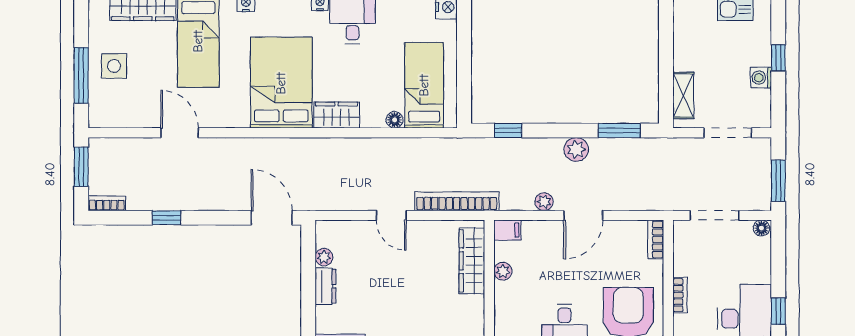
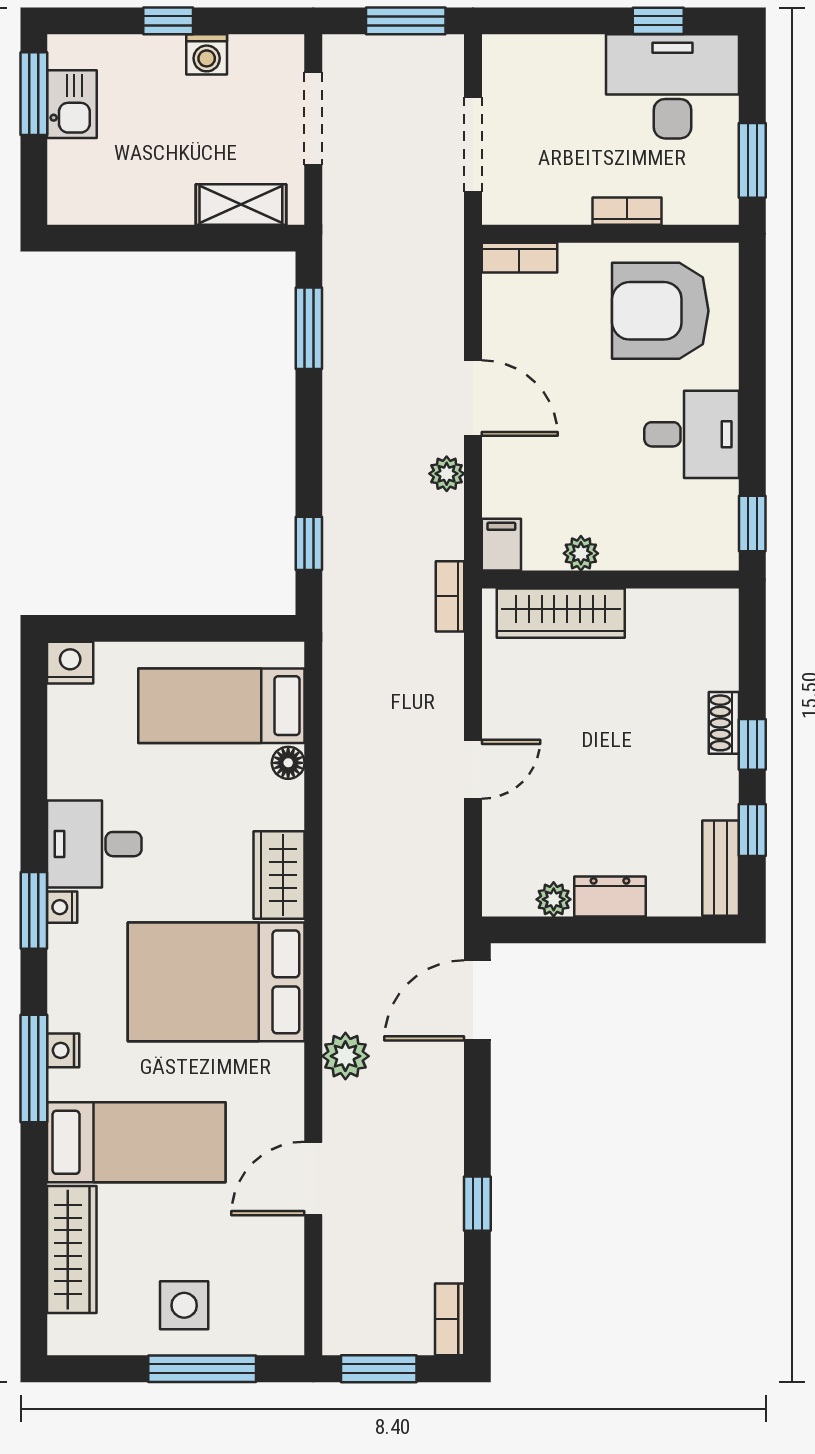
plant: (576, 149) -> (345, 1056), moved
bookcase: (457, 201) -> (450, 596), width x0.43, depth x0.76
floor lamp: (762, 228) -> (498, 53), removed

